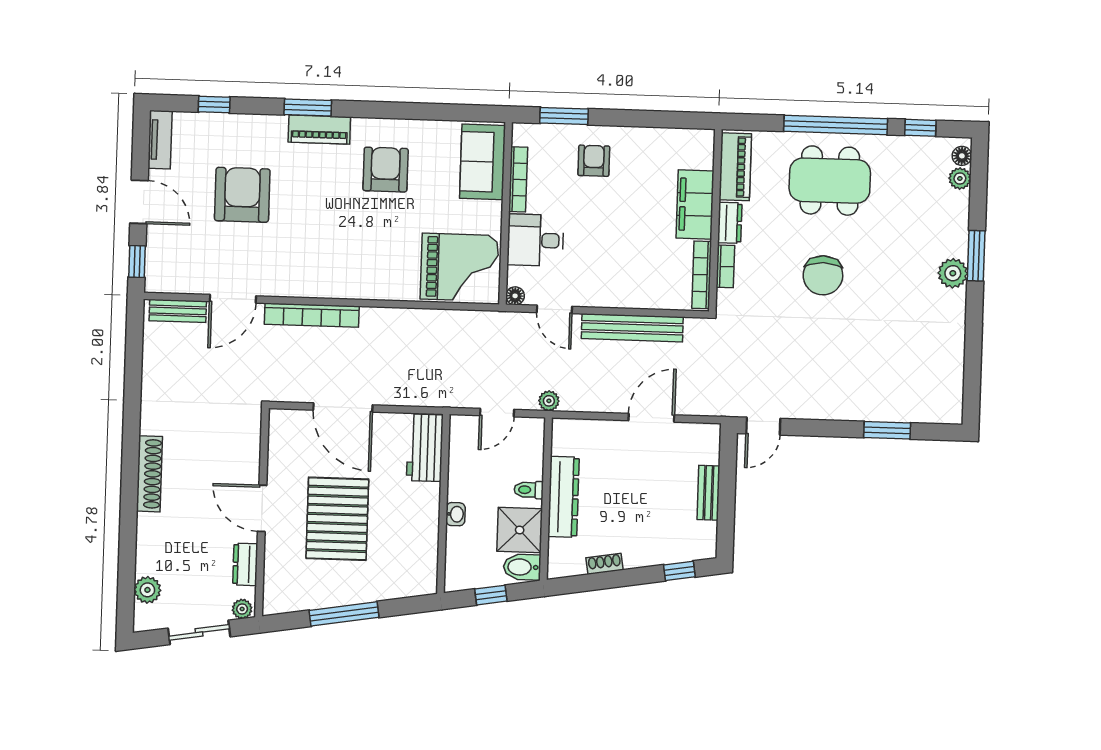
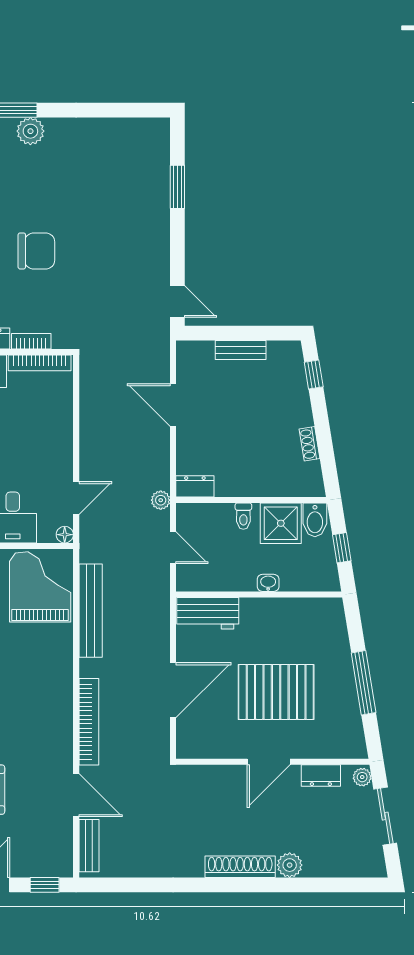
bench: (632, 328) -> (91, 611), moved
dresser: (564, 497) -> (195, 486), moved, width x0.51, depth x0.80
plant: (147, 590) -> (290, 865), moved

